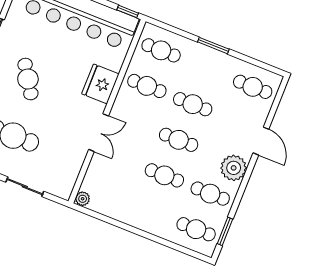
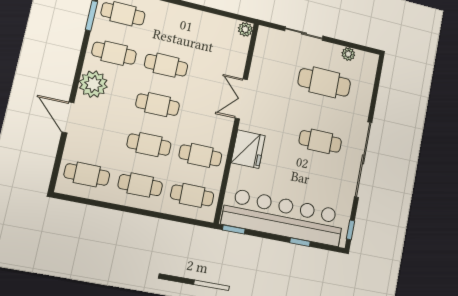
window: (213, 46) -> (137, 211), removed
cafe table: (207, 69) -> (140, 185), added
cafe table: (28, 79) -> (320, 141), turned -57

